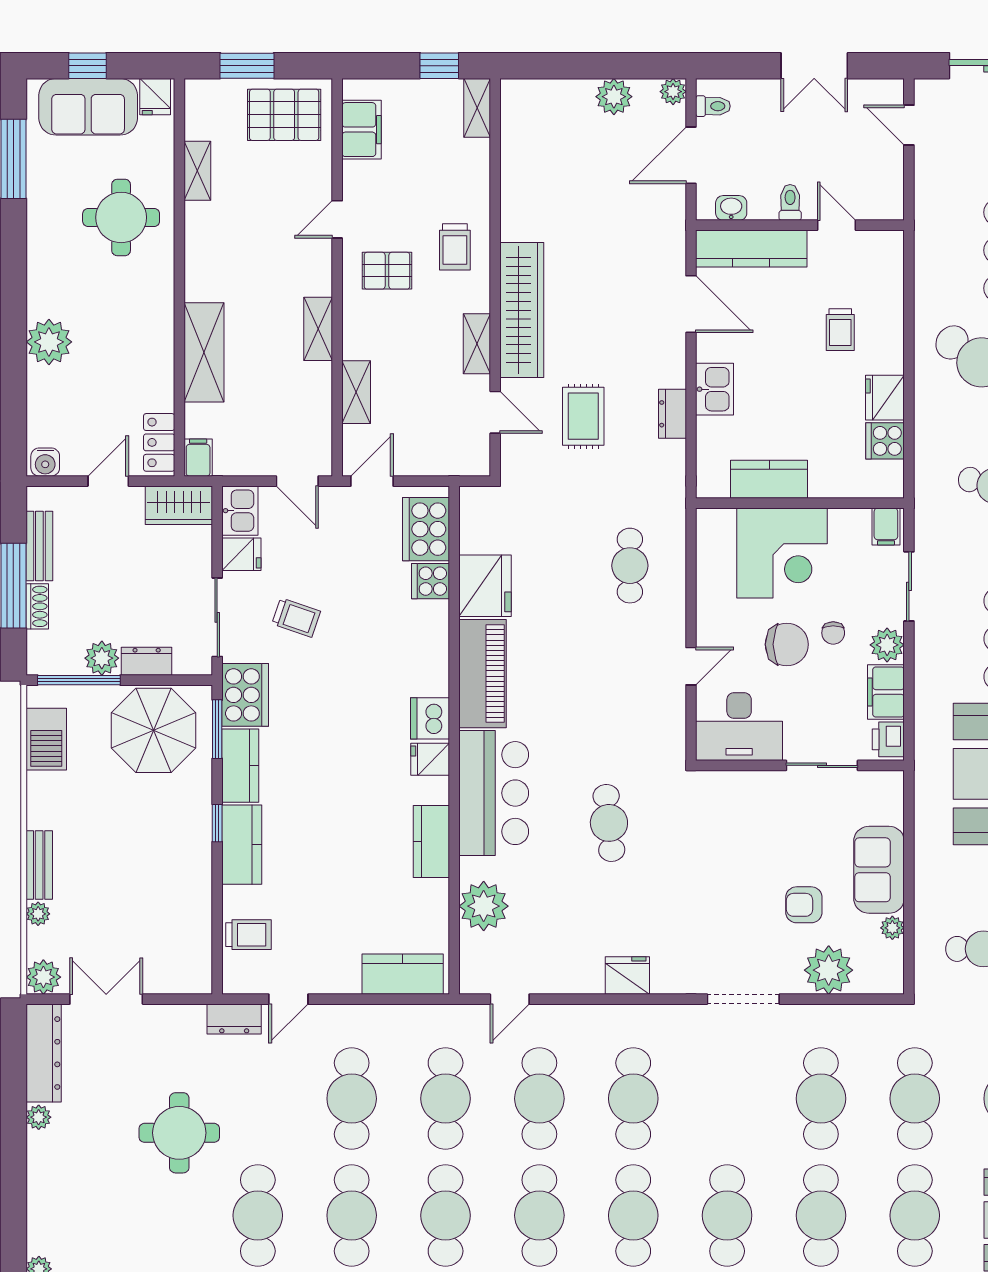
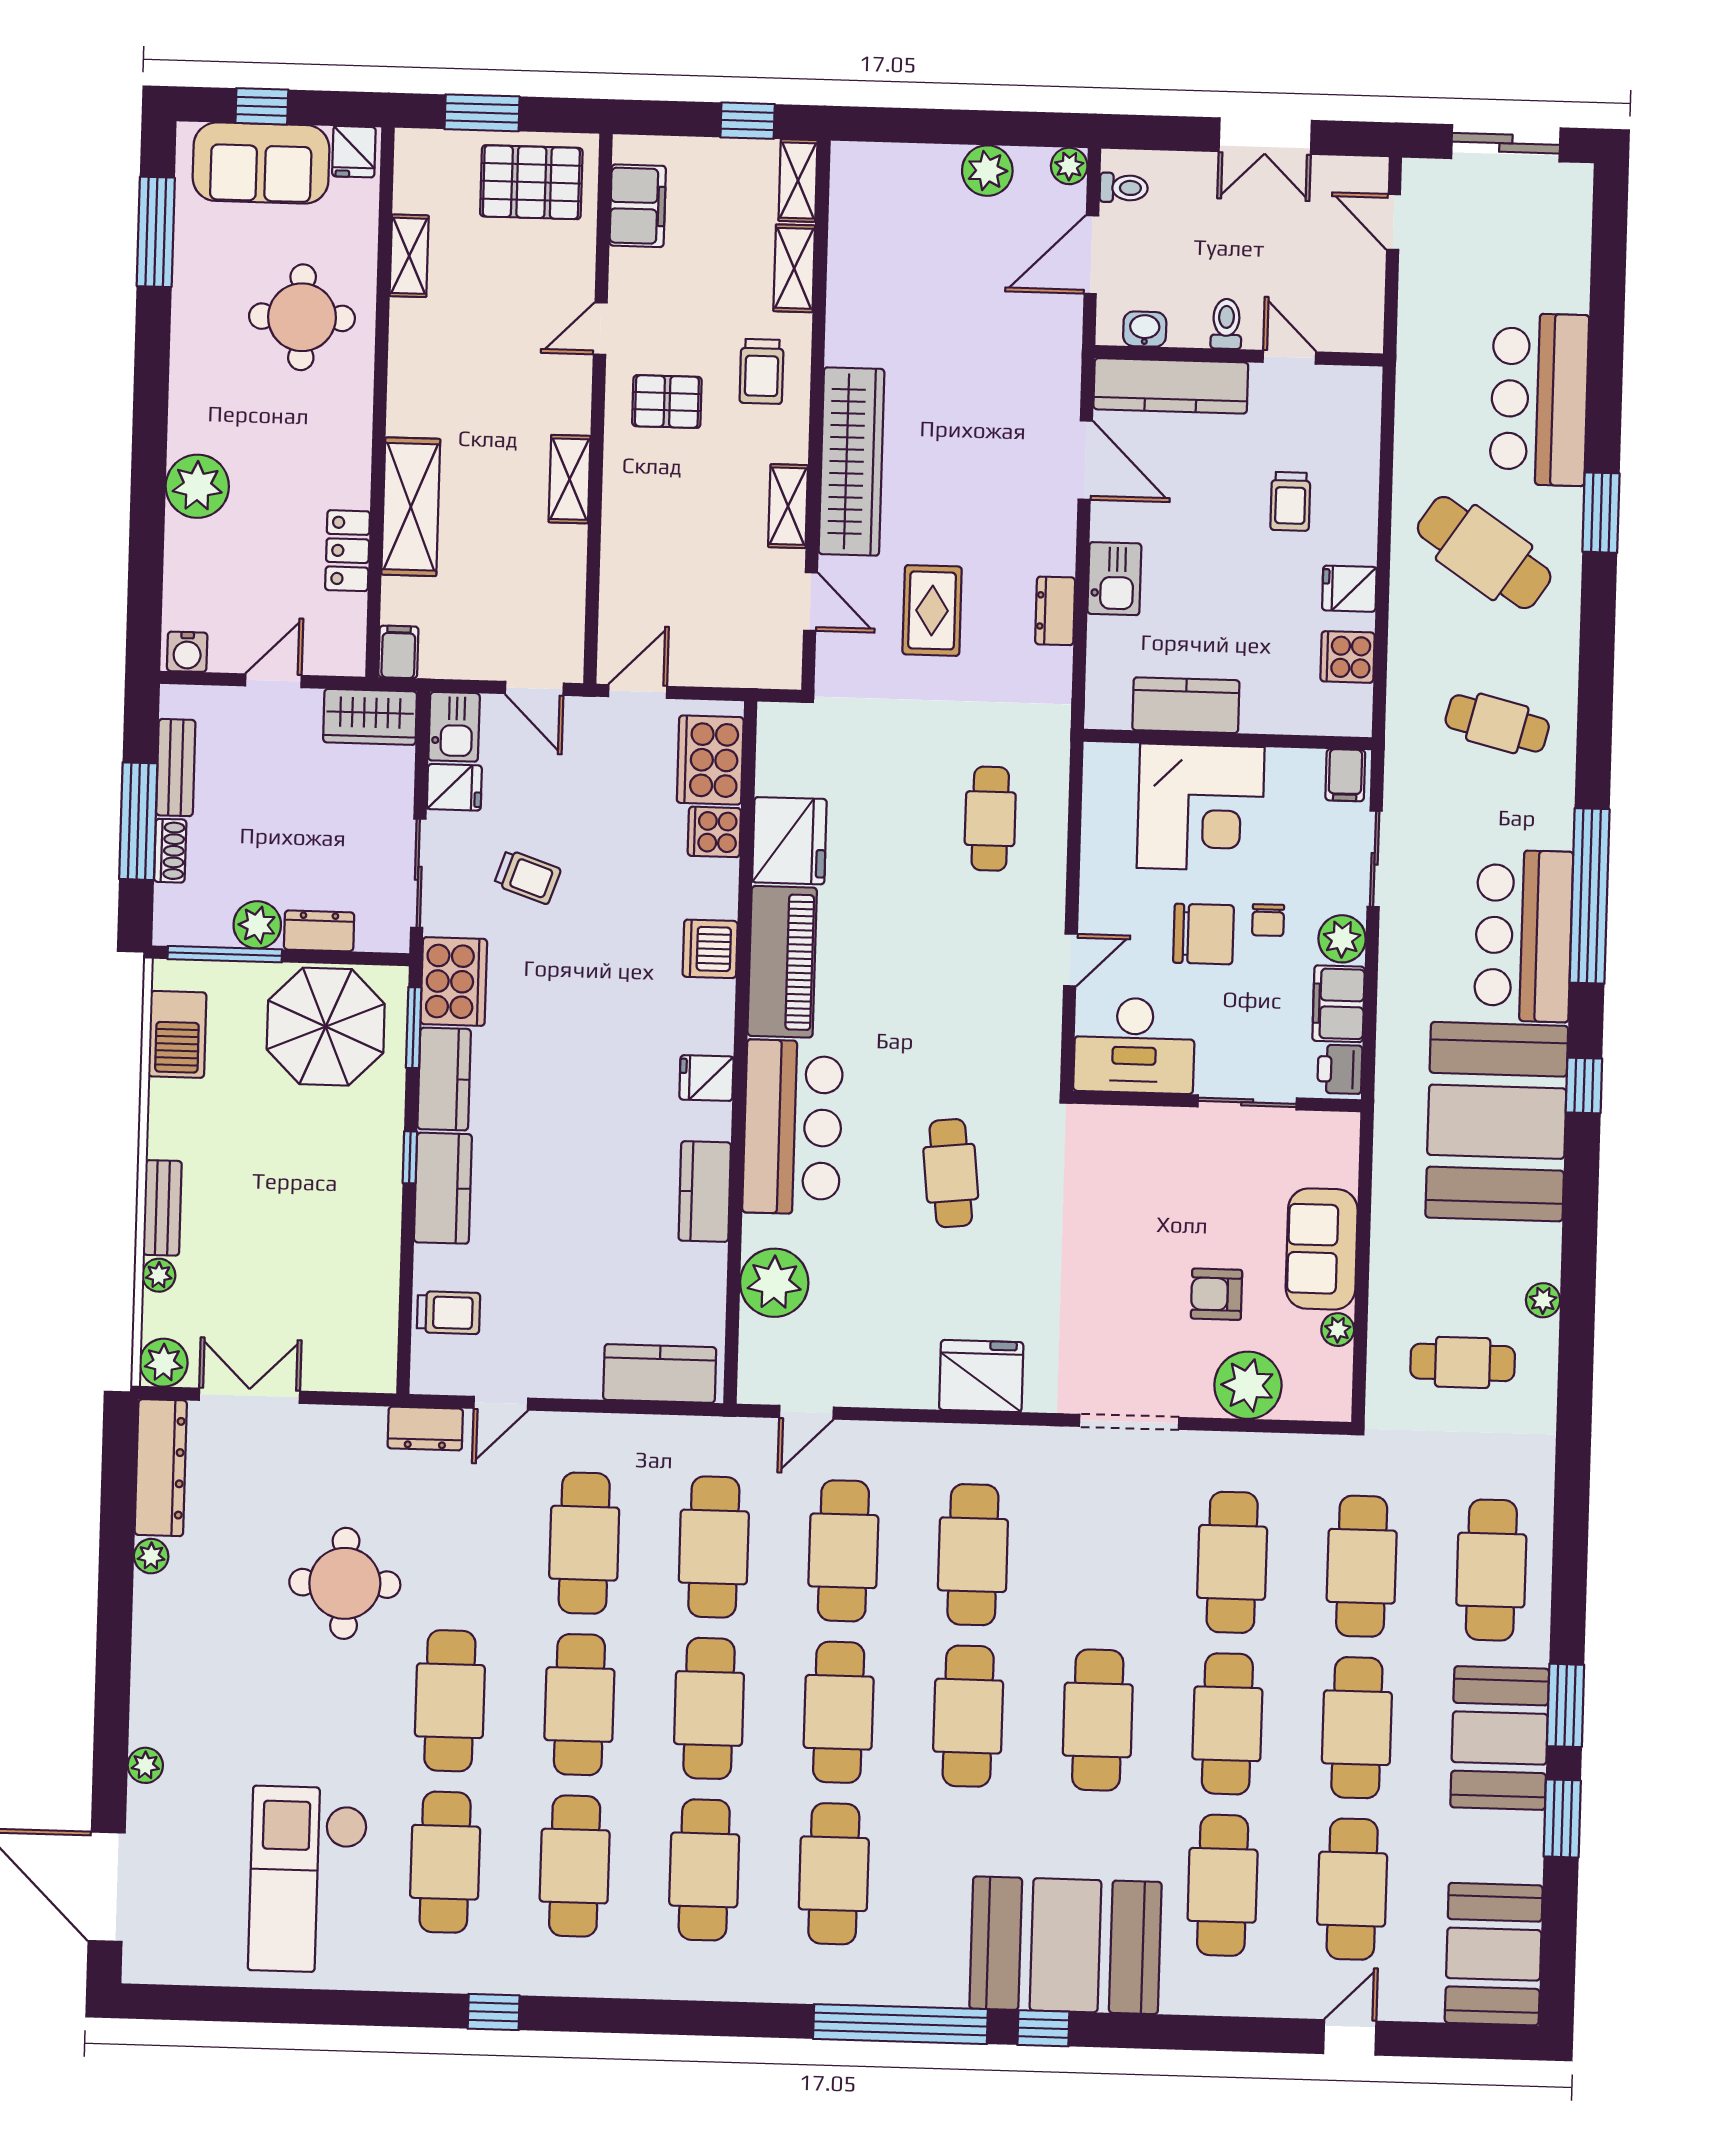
shelving: (356, 392) -> (794, 268), moved
fridge: (885, 398) -> (1349, 589), width x0.72
locker: (159, 442) -> (348, 551), moved
dishwasher: (430, 718) -> (710, 949), moved
fridge: (627, 975) -> (981, 1376), width x1.36, depth x1.34

